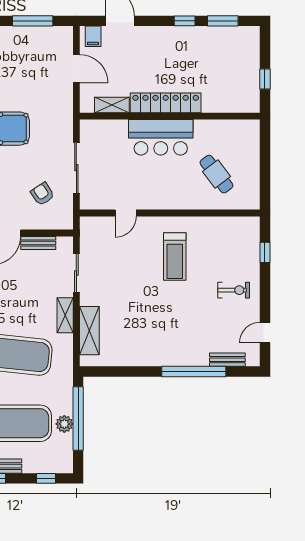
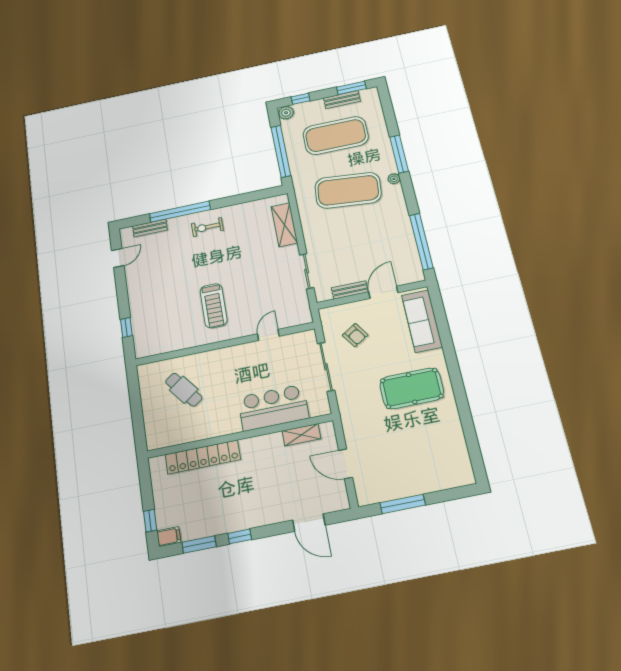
filing cabinet: (93, 36) -> (169, 537), moved, turned 90
window: (265, 79) -> (150, 521), moved
locker: (166, 103) -> (203, 457), moved
bar counter: (161, 137) -> (273, 408), moved
treadmill: (175, 257) -> (213, 306), turned 180
exercise bike: (234, 290) -> (207, 227), moved
shelving: (65, 315) -> (310, 233), removed
plant: (64, 424) -> (286, 113), moved

